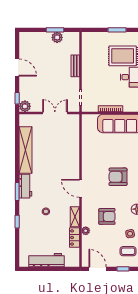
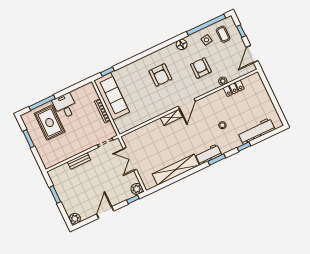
plant: (57, 37) -> (75, 219), moved
shelving: (75, 217) -> (171, 117), moved
workbench: (46, 260) -> (256, 131), moved, turned 90

